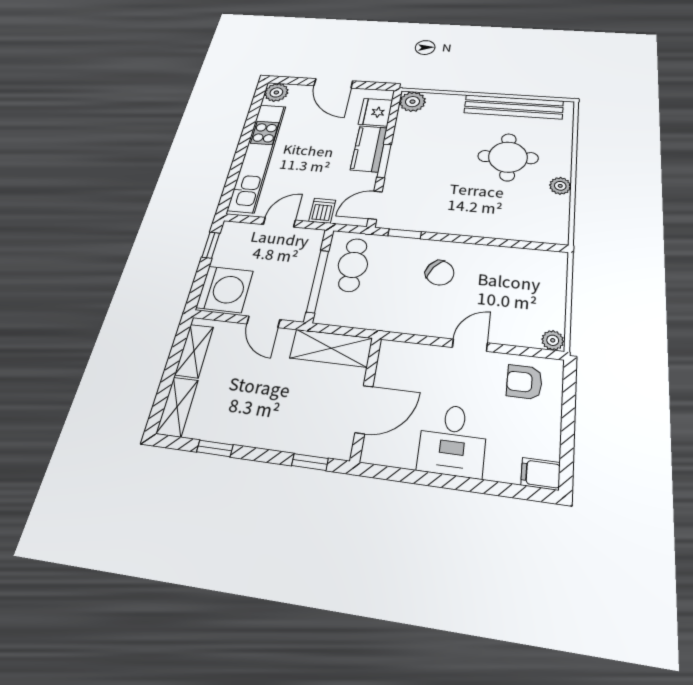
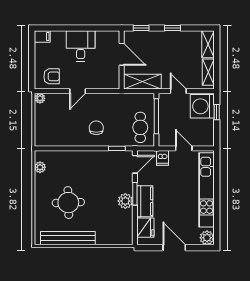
plant: (413, 102) -> (125, 201), moved
plant: (560, 186) -> (40, 167), moved
door: (279, 222) -> (184, 148), swing flipped
window: (211, 245) -> (217, 112), moved
chair: (440, 273) -> (96, 128), turned 54
door: (364, 409) -> (122, 54), swing flipped
window: (215, 448) -> (172, 28), moved

